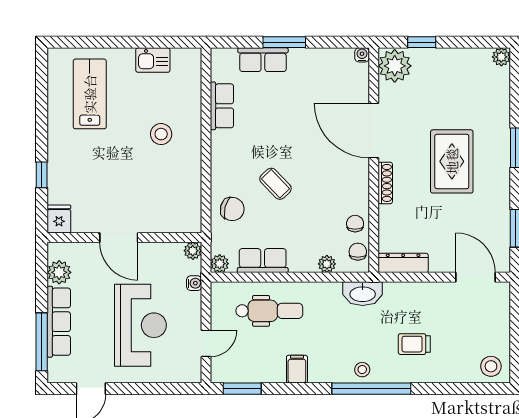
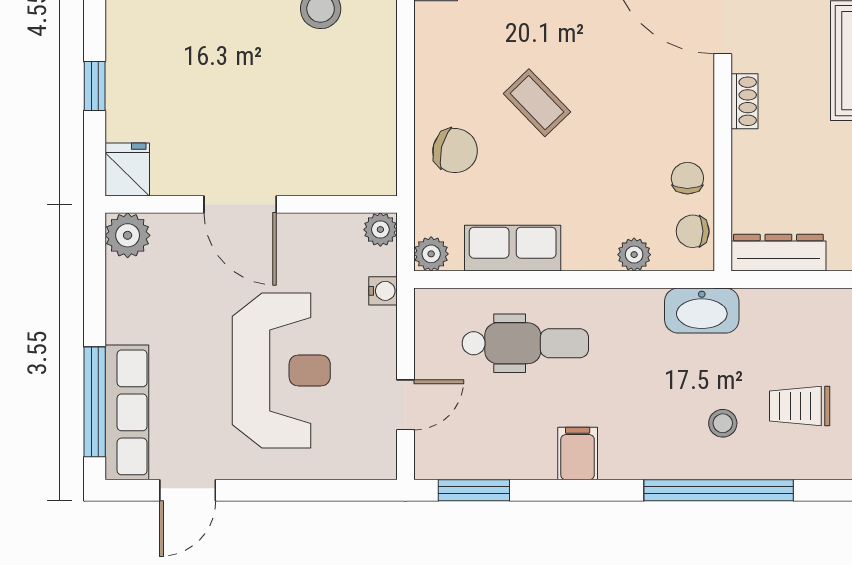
shoe rack: (385, 183) -> (744, 101), width x0.70
chair: (358, 252) -> (693, 231), turned -90
plant: (59, 272) -> (128, 235), moved
row of seats: (59, 322) -> (127, 412), moved
stool: (362, 370) -> (723, 423), moved

